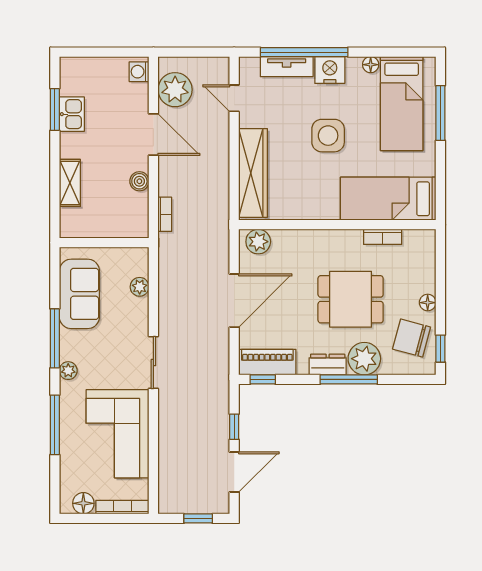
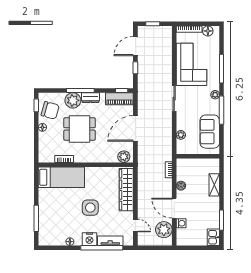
washing machine: (139, 72) -> (181, 223), moved
bed: (402, 104) -> (55, 223), removed
kitchen sink: (72, 114) -> (213, 237), moved

